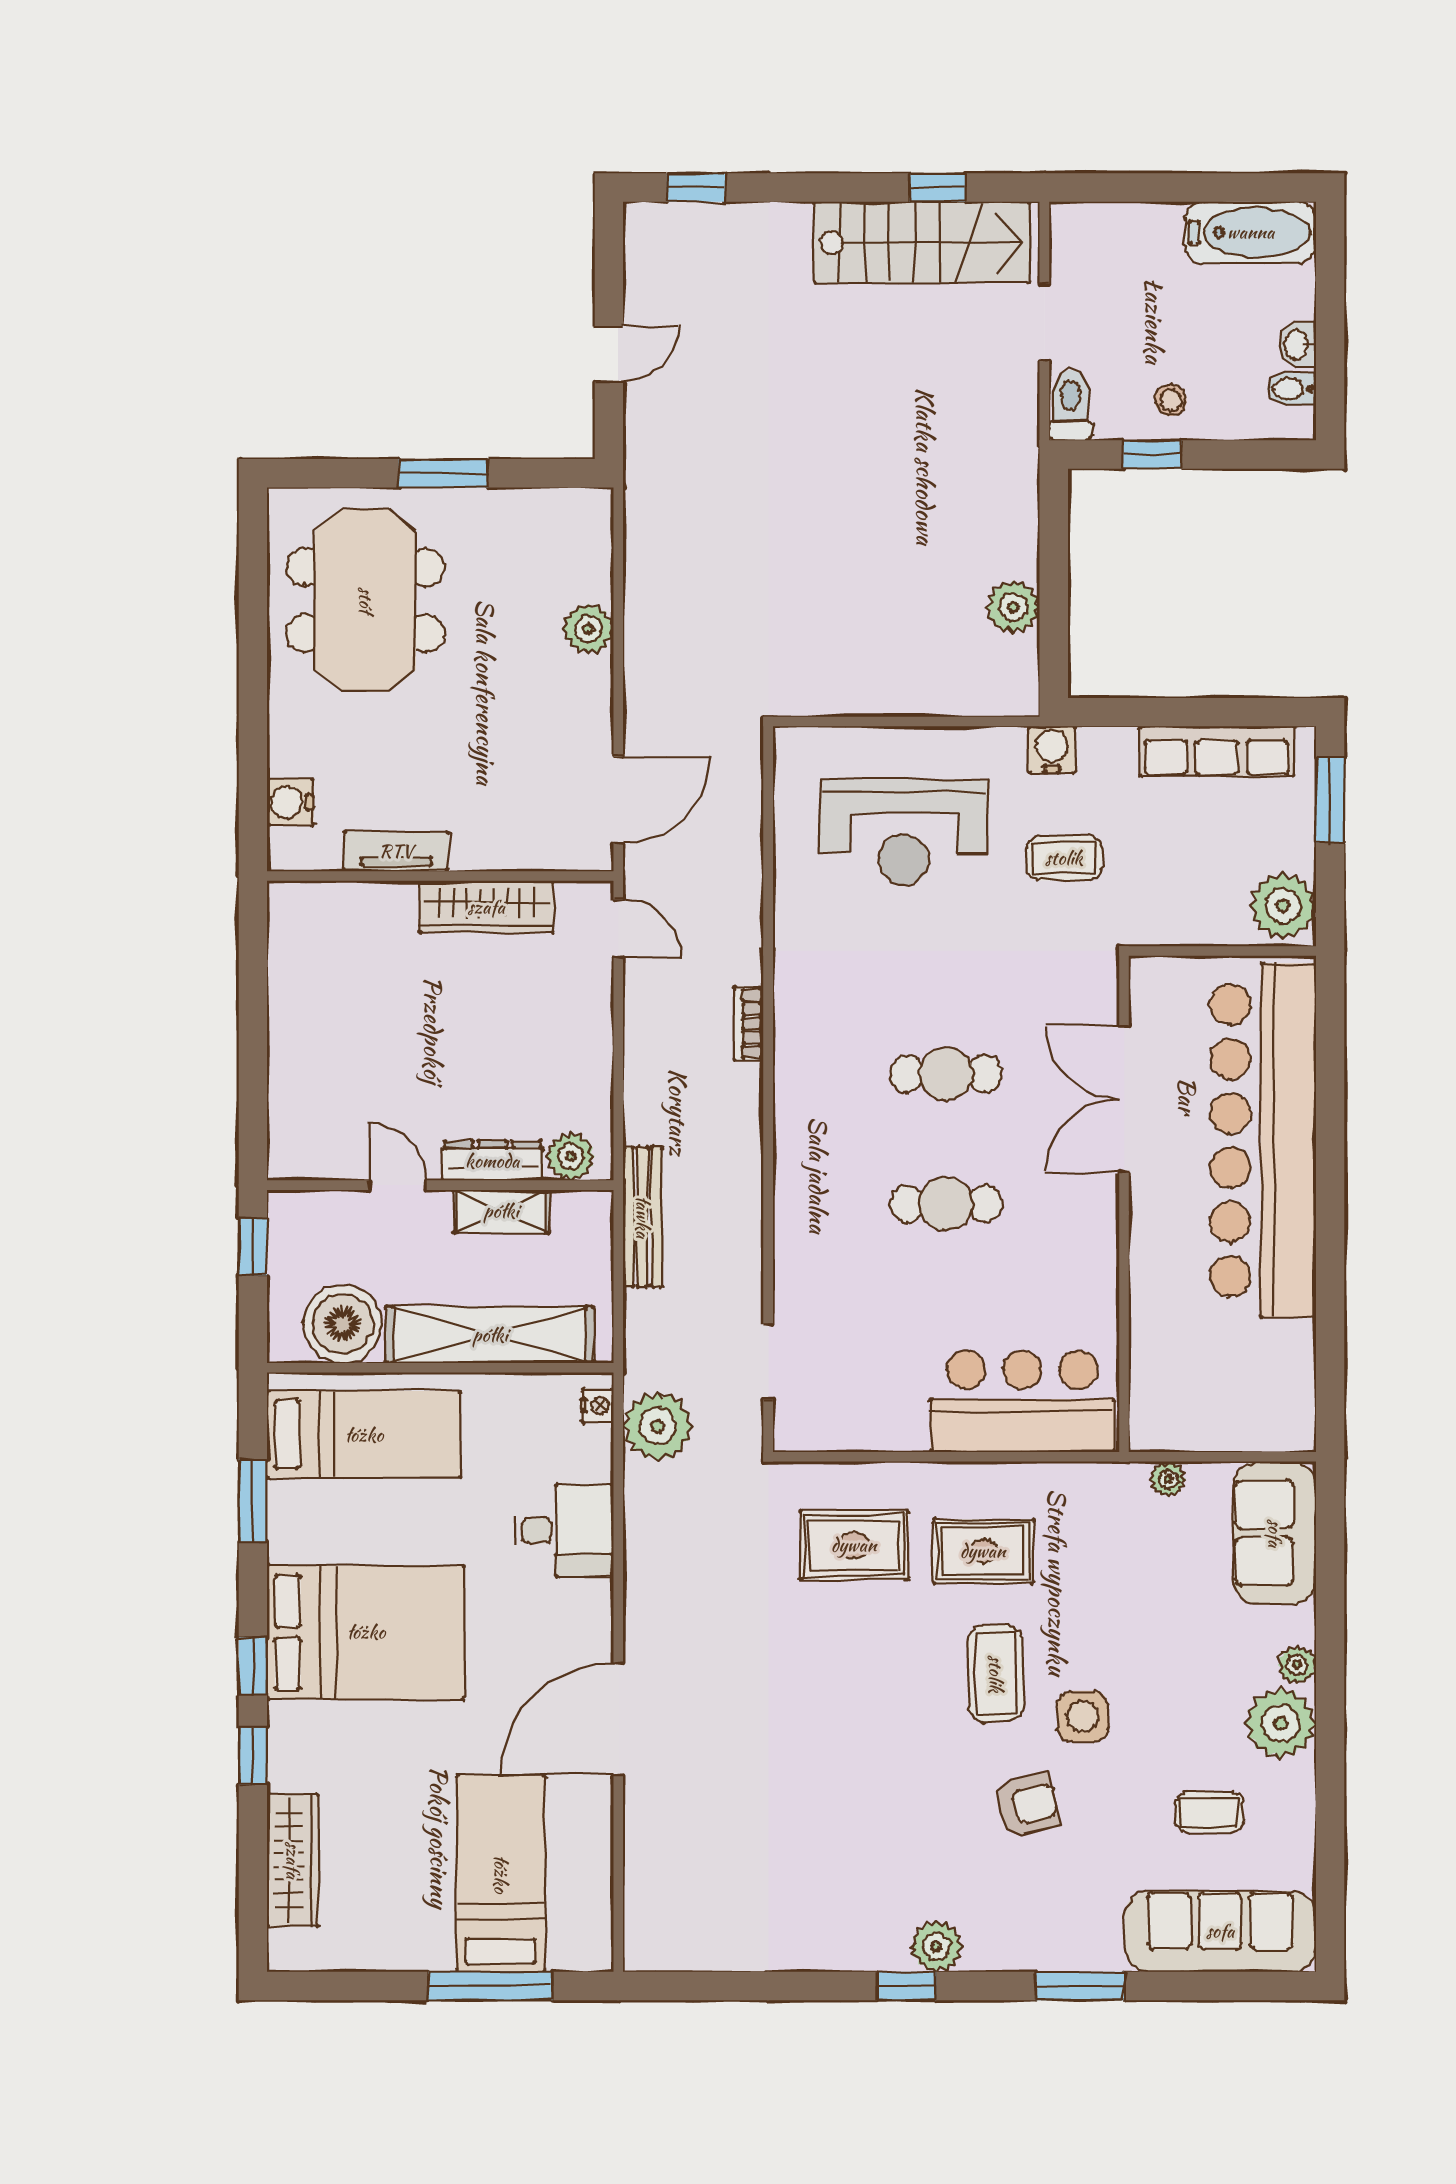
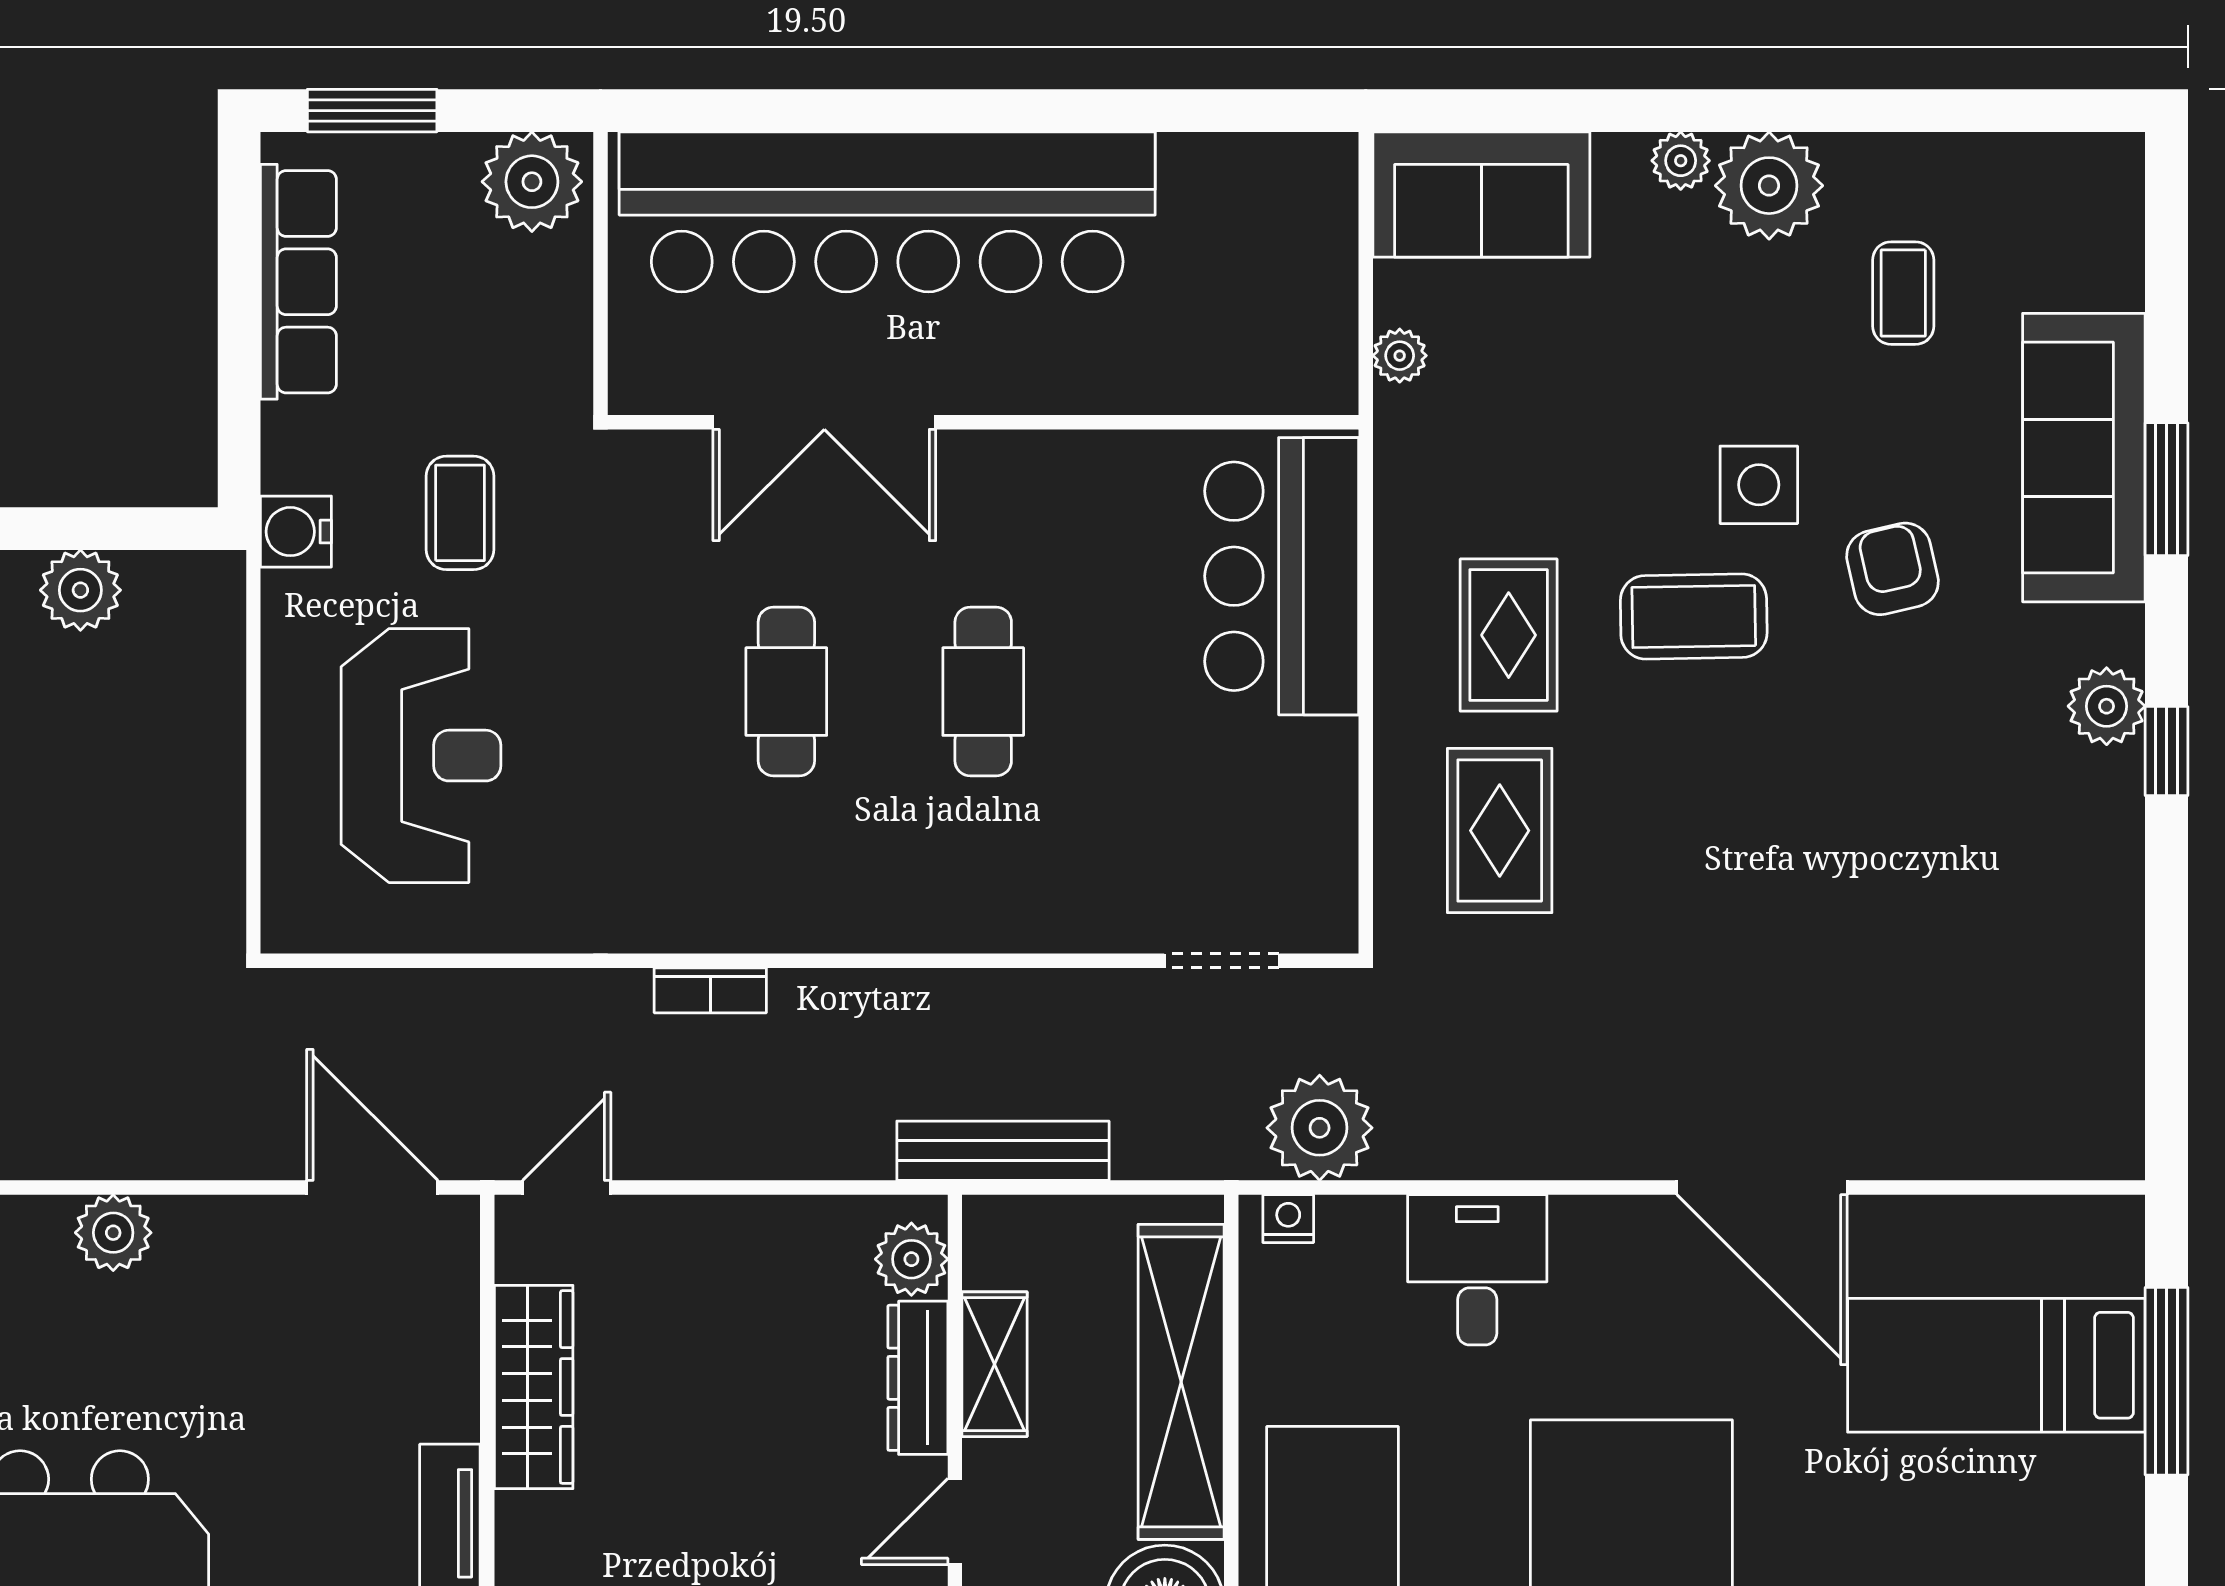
sofa: (1220, 1931) -> (2084, 458), moved

